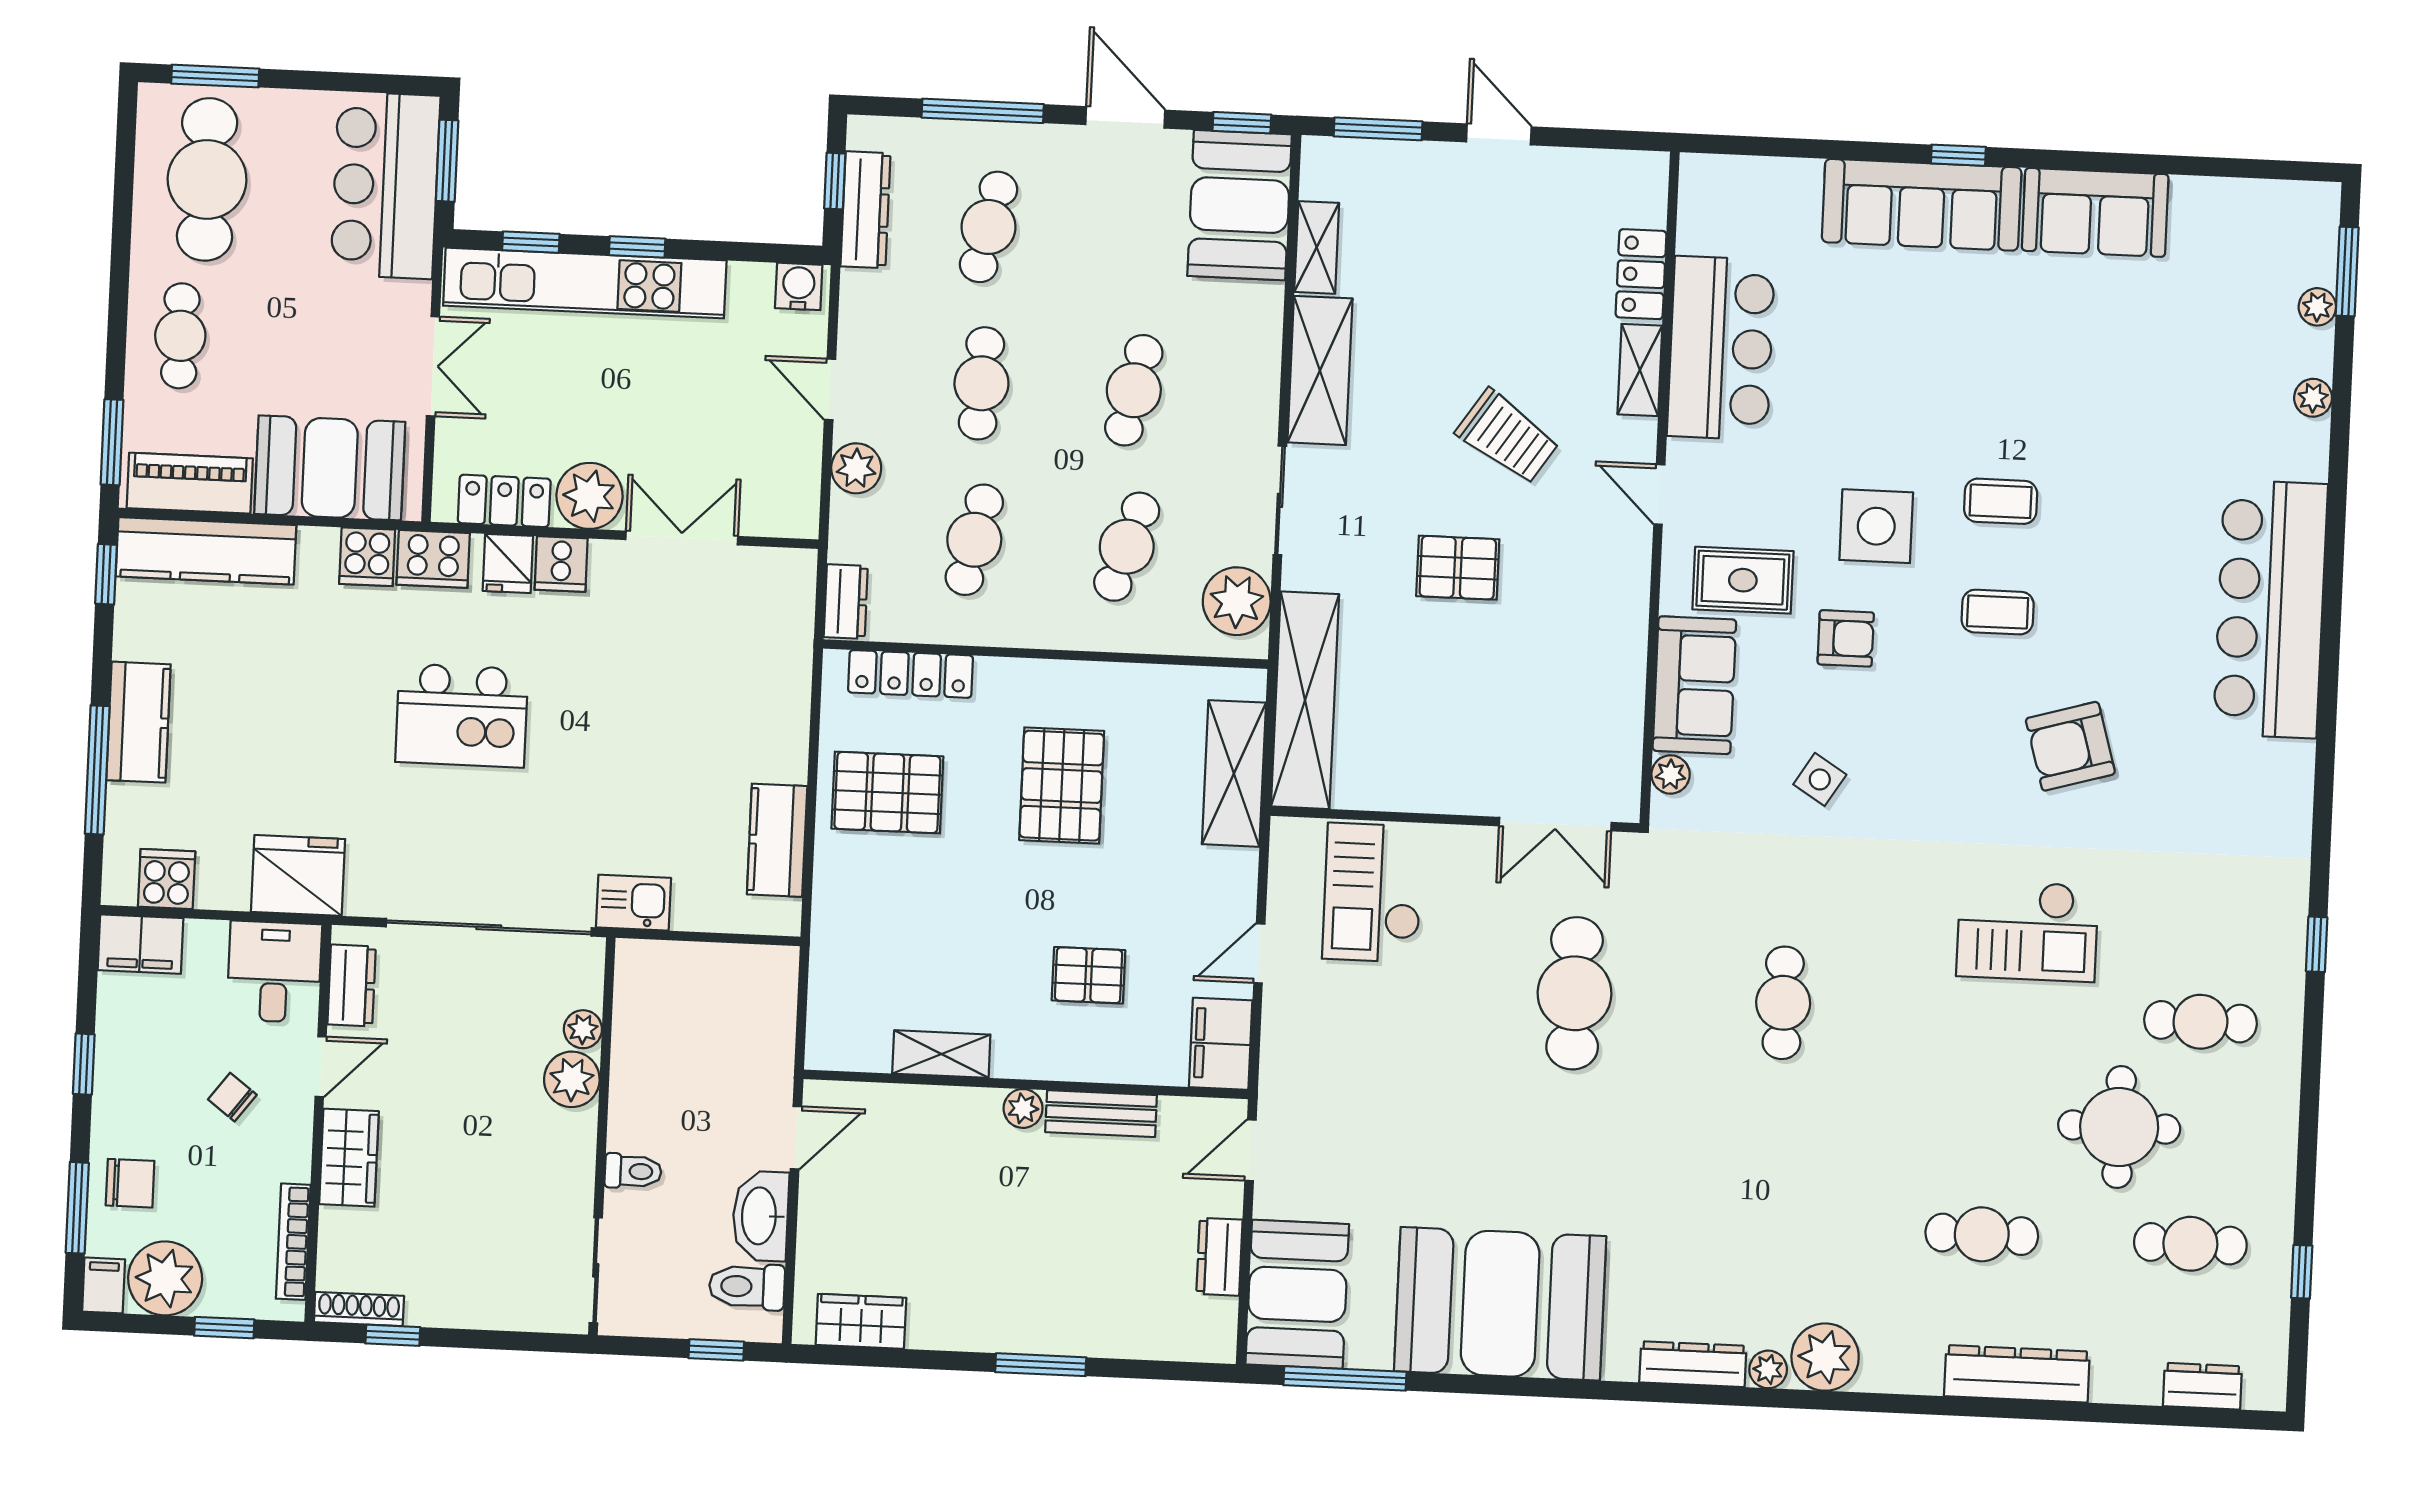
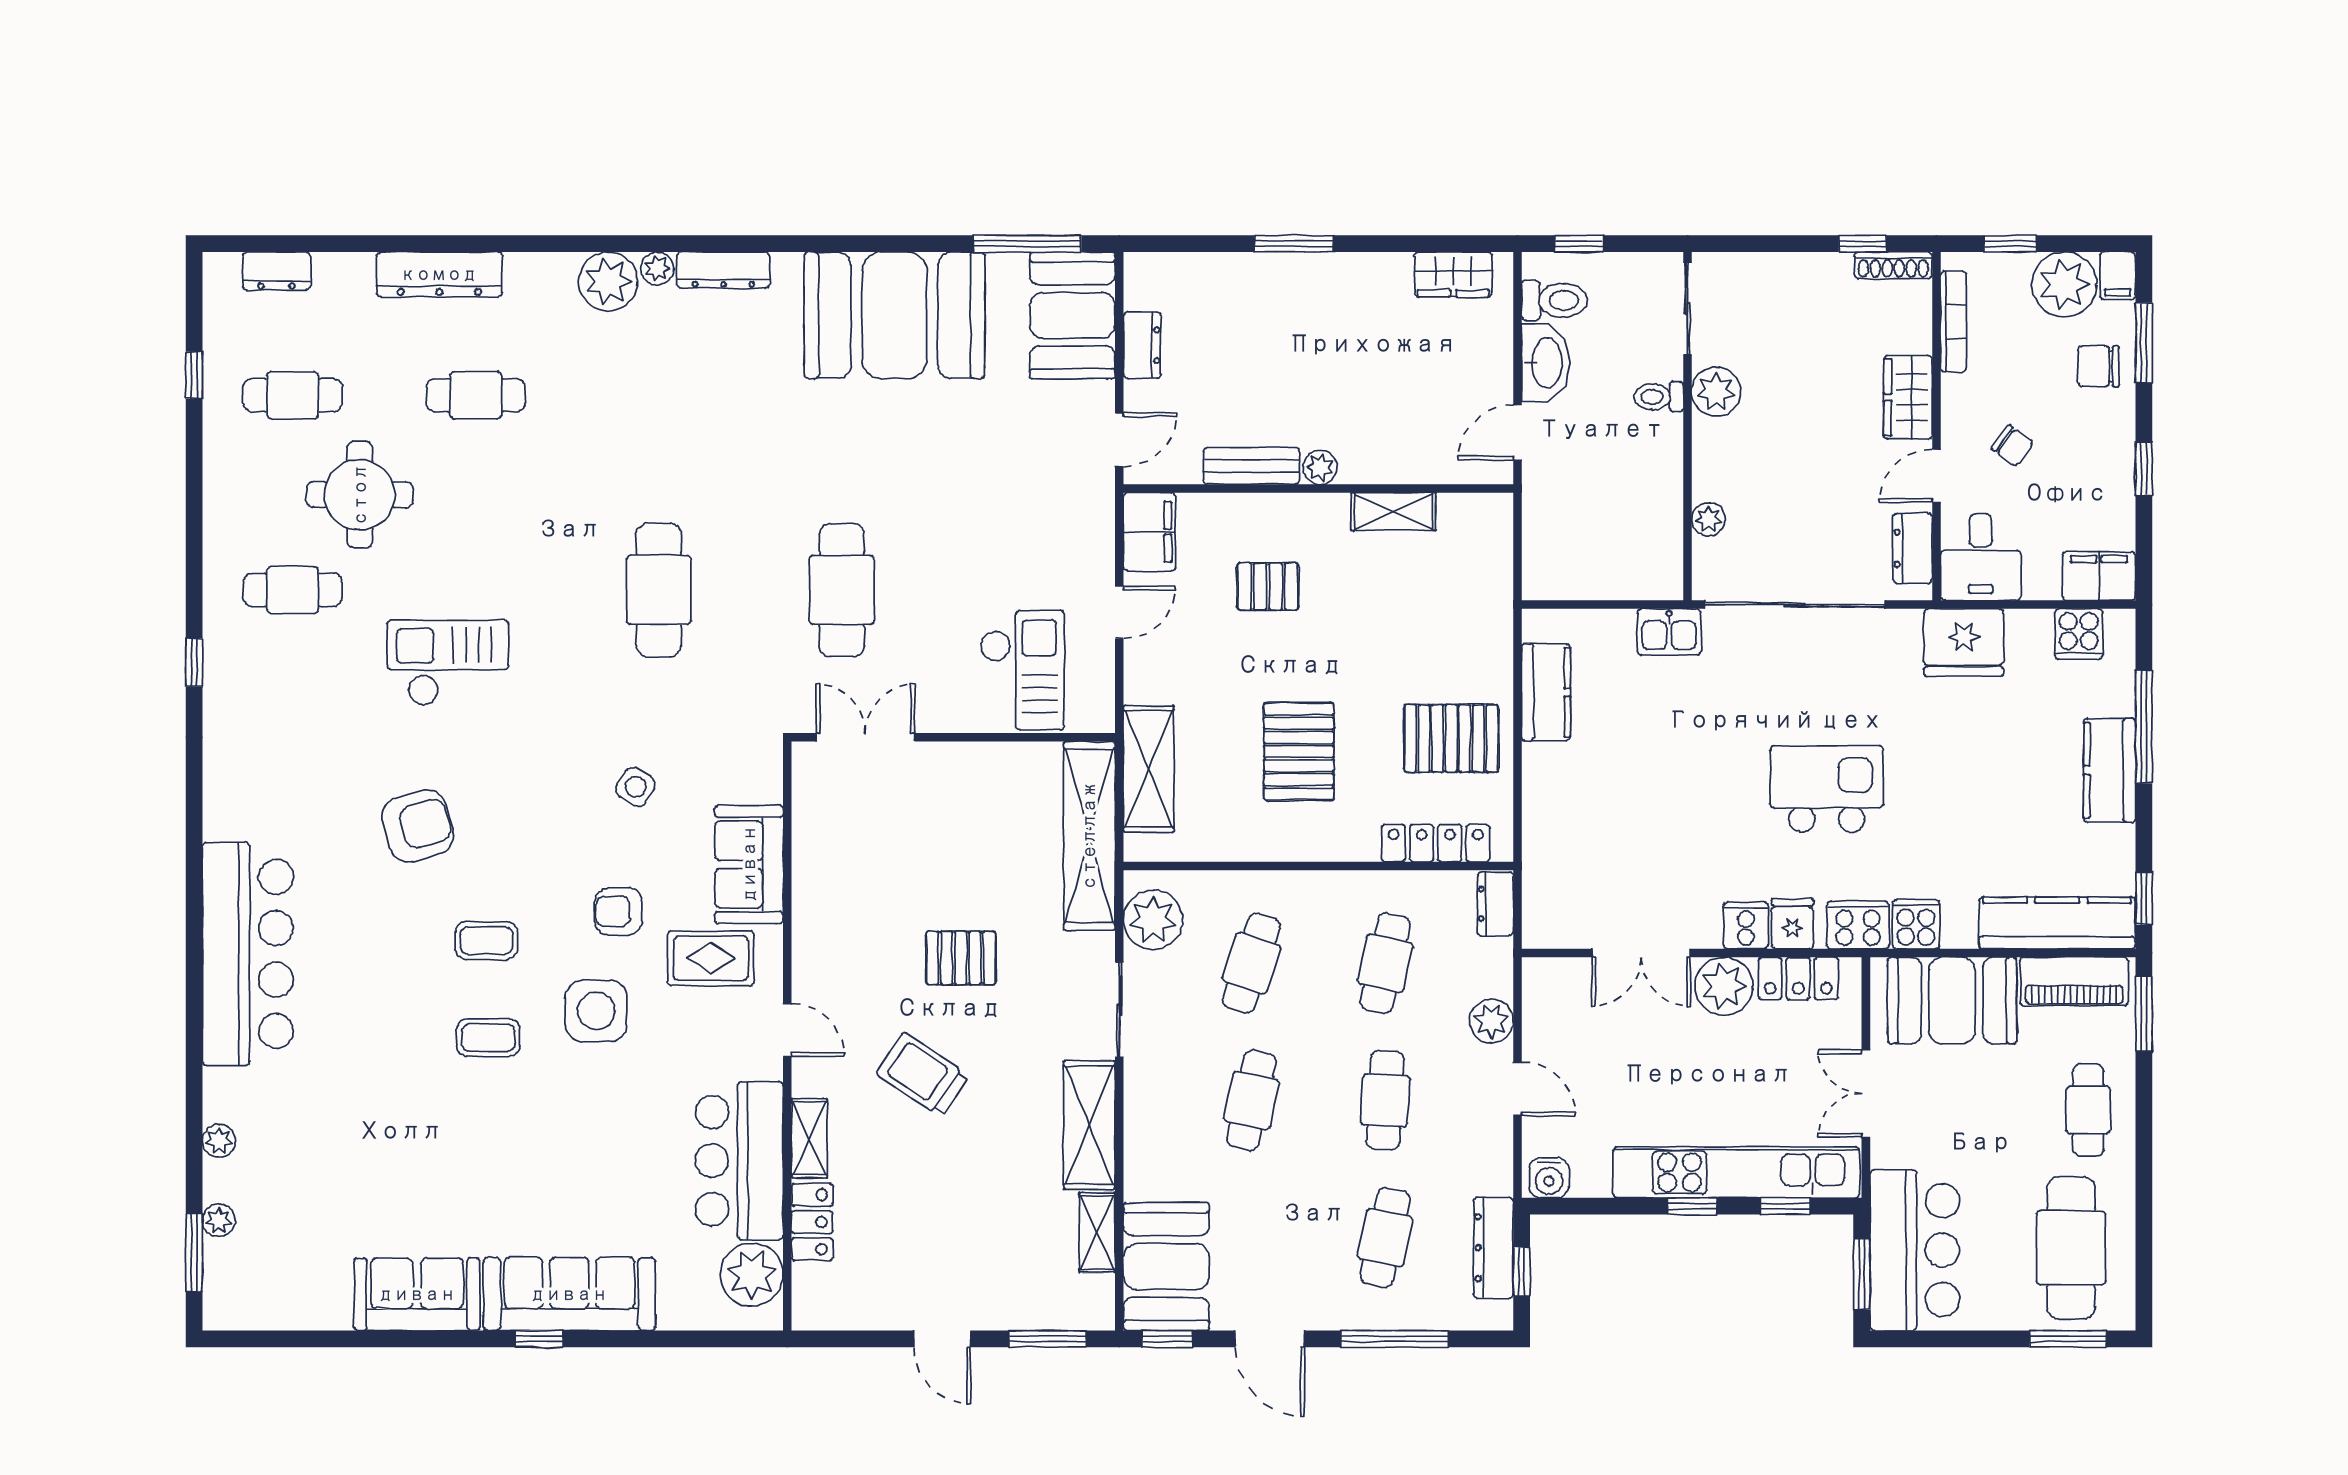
plant: (1671, 774) -> (752, 1275), moved, width x1.87, depth x1.87
cafe table: (1783, 1003) -> (659, 590), width x1.37, depth x1.35
plant: (572, 1079) -> (1716, 392), moved

